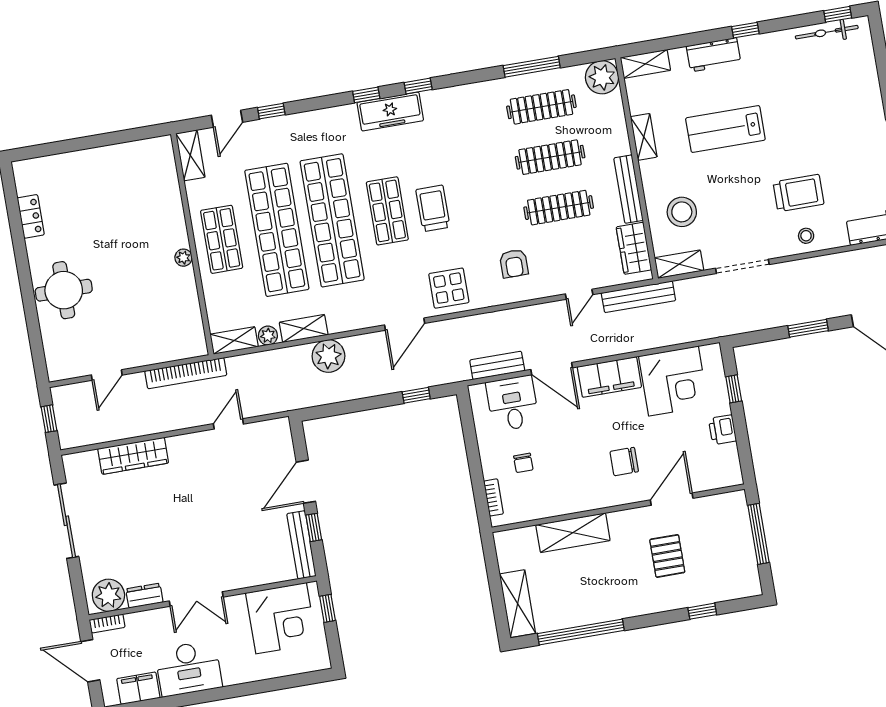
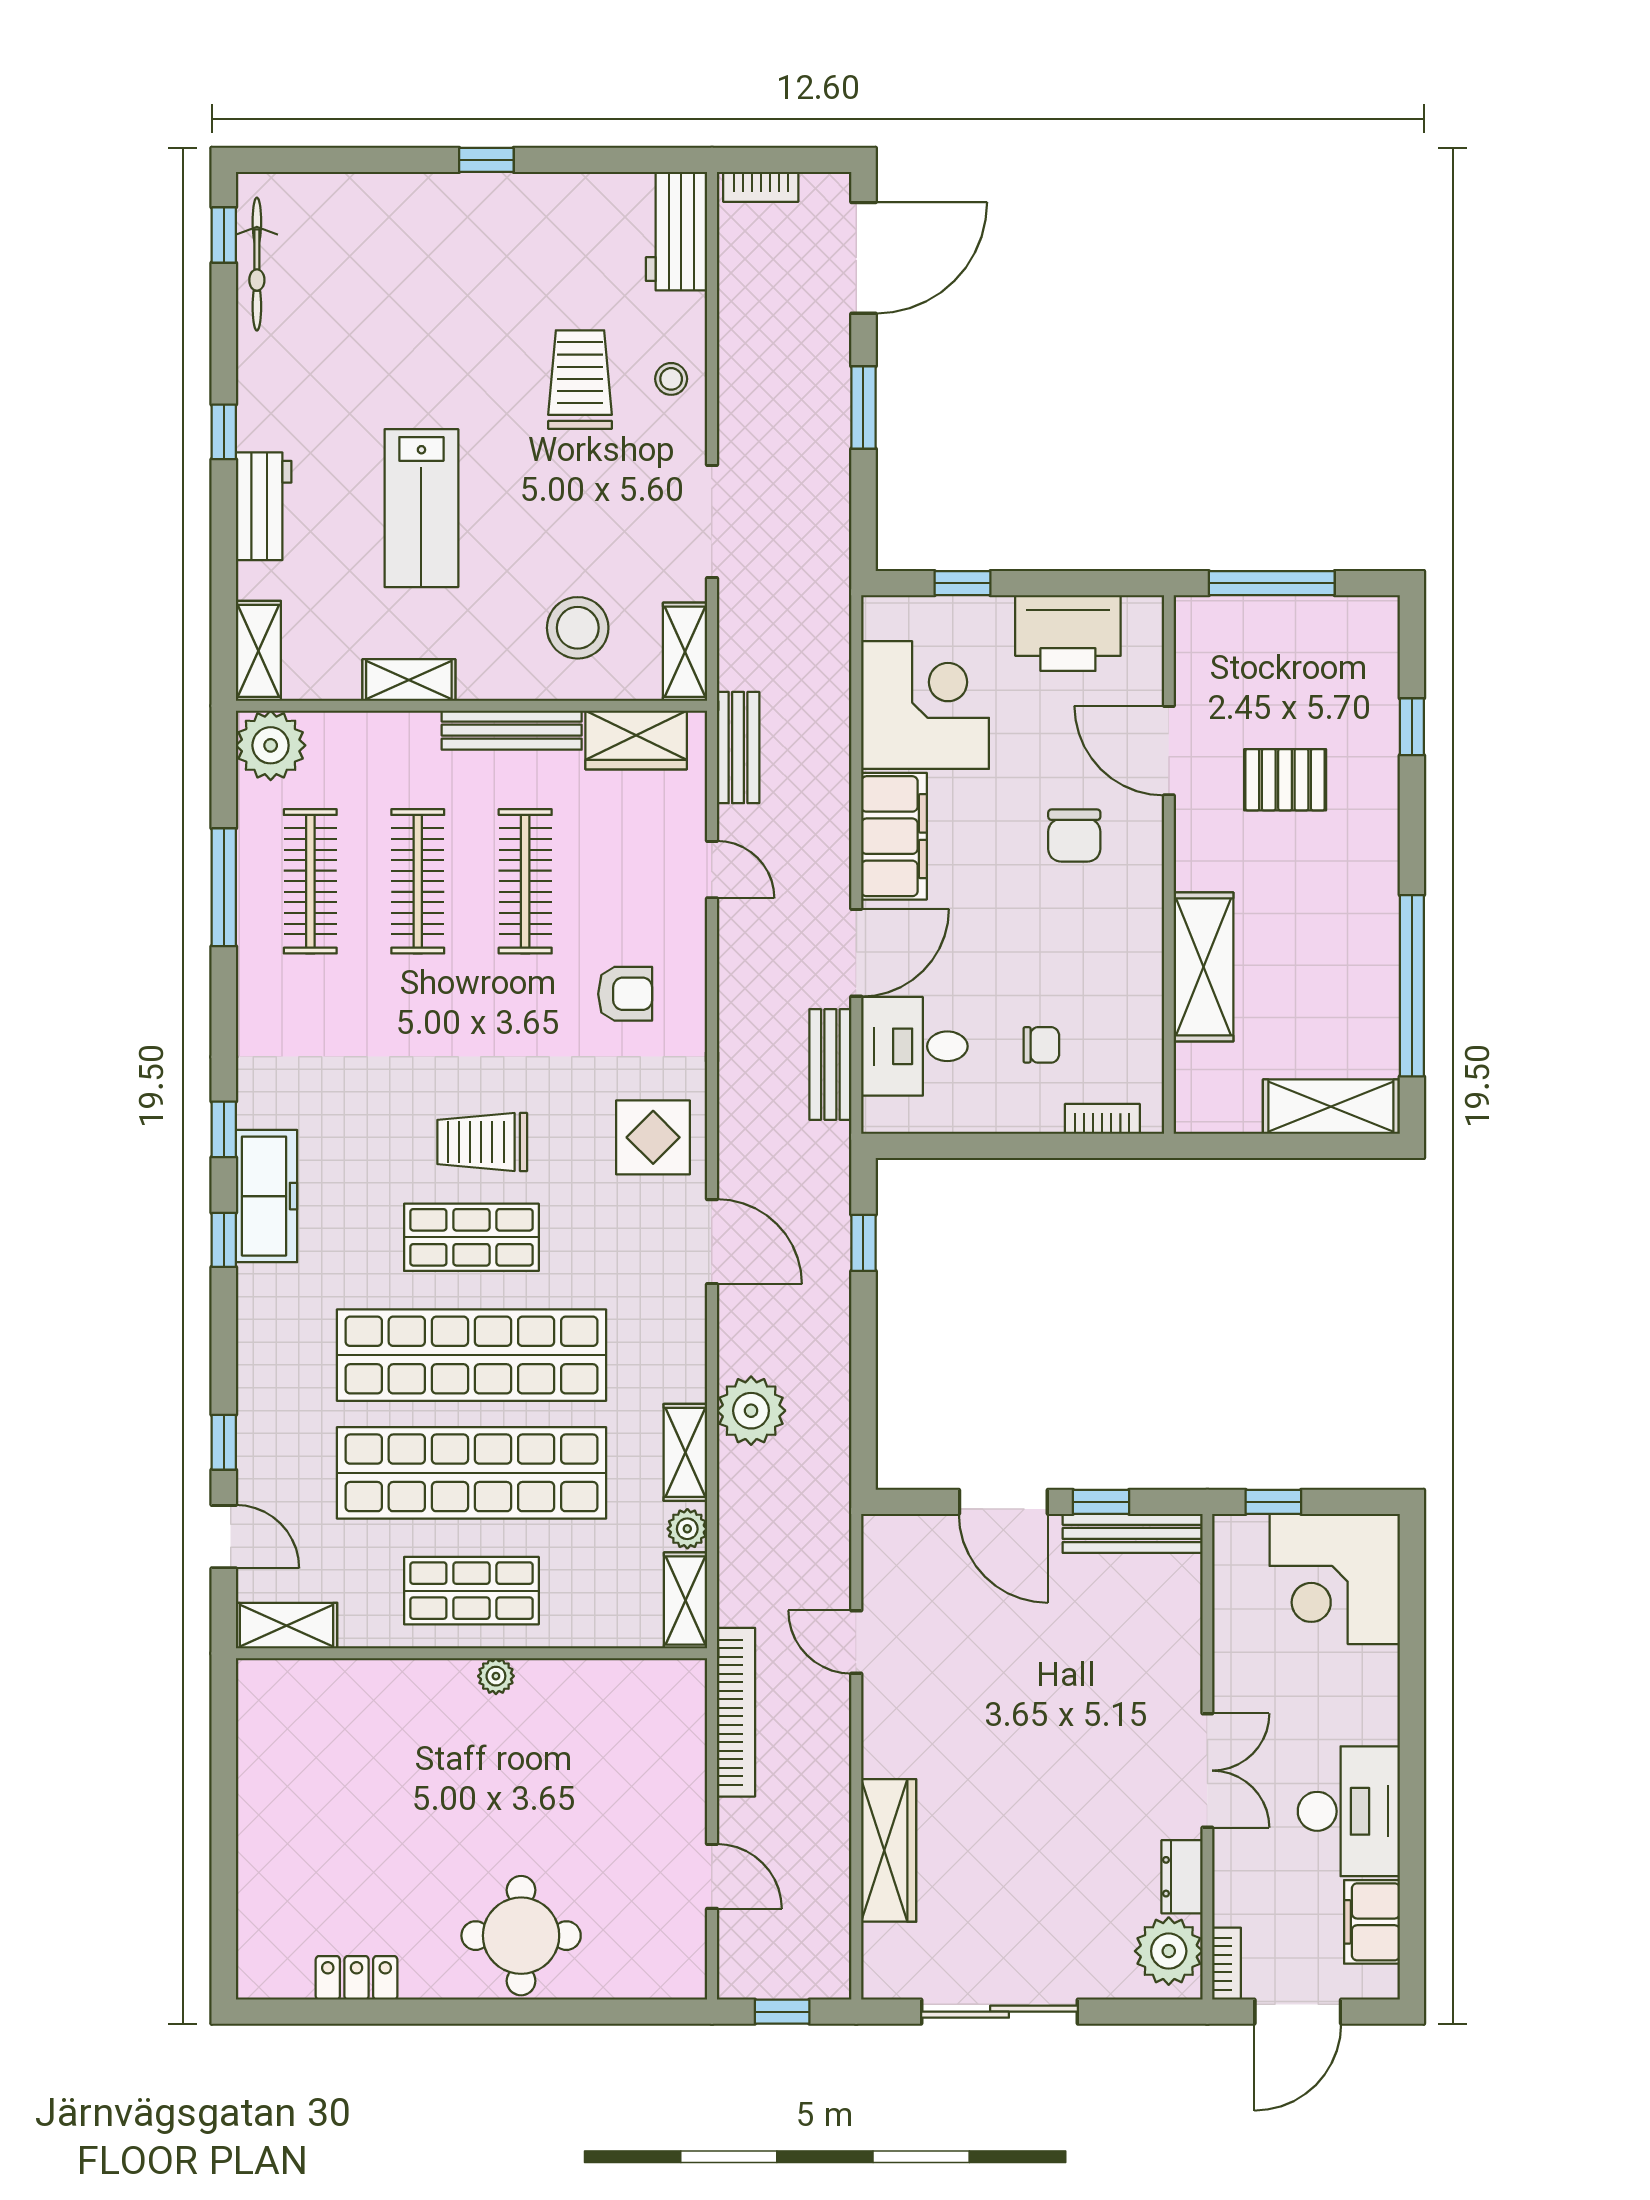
bench: (638, 297) -> (738, 748), width x0.73
printer: (722, 430) -> (1068, 633), width x1.87, depth x1.48
corner desk: (281, 618) -> (1335, 1579), moved, turned 180

